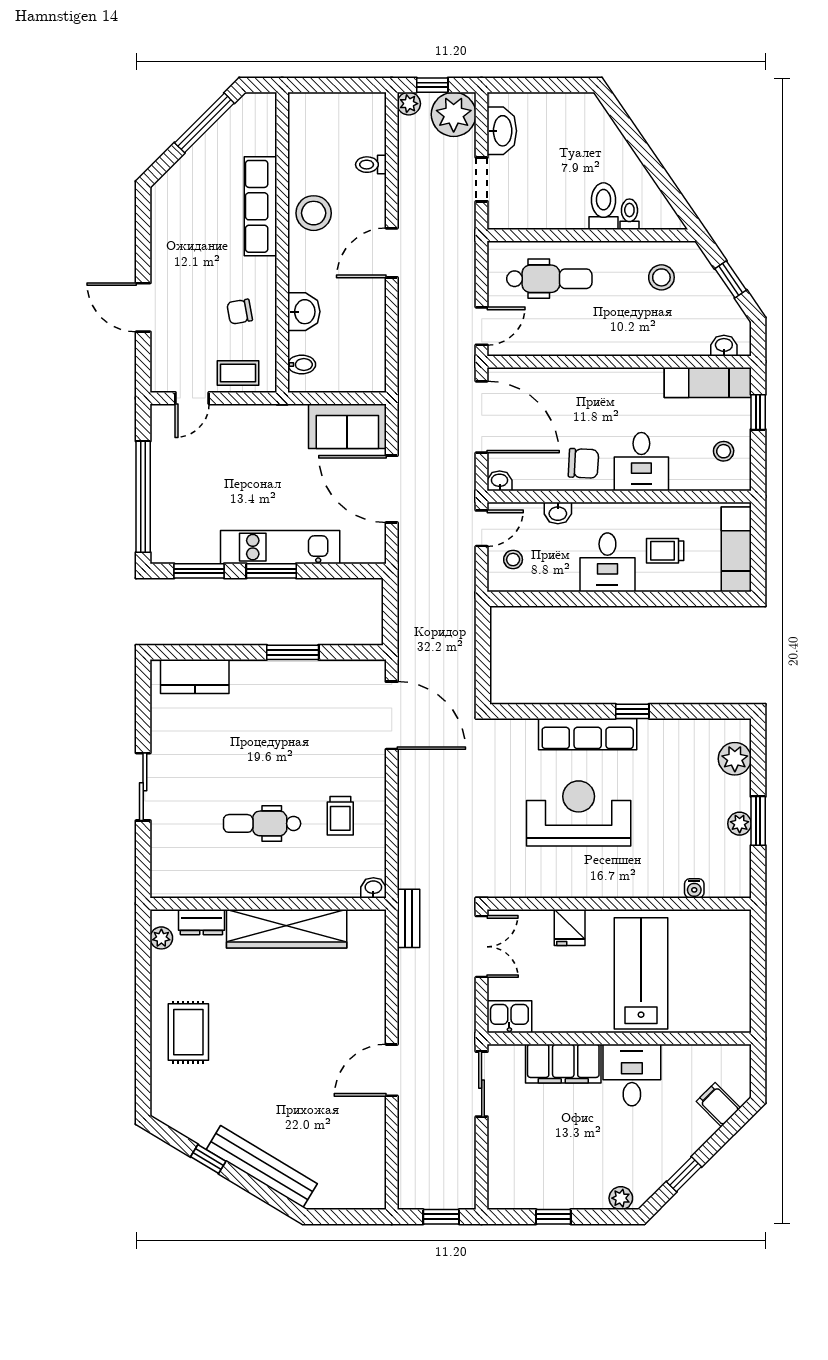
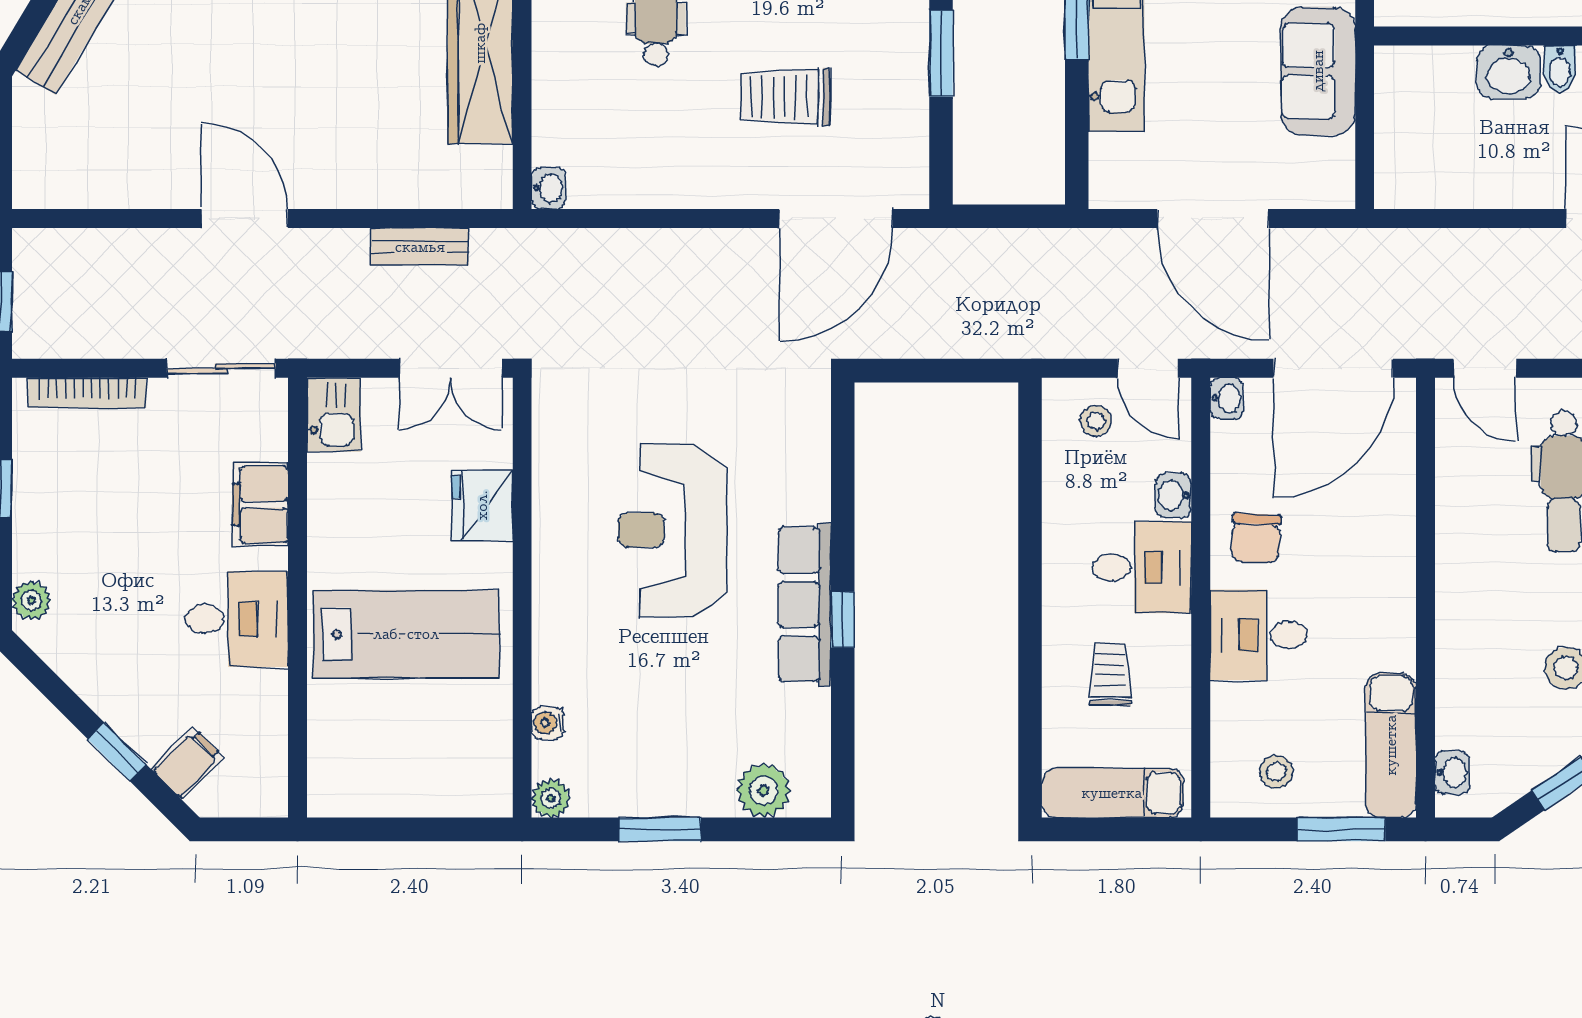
bidet: (302, 365) -> (1560, 68), moved
window: (758, 412) -> (1341, 829), width x1.50
sofa: (347, 426) -> (1318, 71), moved
door: (392, 489) -> (1213, 219), swing flipped
desk: (607, 562) -> (1142, 567), moved, turned 180
row of seats: (588, 734) -> (805, 604), moved
reception desk: (579, 813) -> (672, 530), turned 180
trolley: (340, 816) -> (785, 97), moved, width x1.36, depth x1.39
plant: (740, 824) -> (551, 798), moved
bench: (408, 918) -> (420, 247), moved
fridge: (570, 927) -> (482, 505), width x1.38
filing cabinet: (563, 1064) -> (260, 505), width x0.67, depth x0.86
bookcase: (496, 1165) -> (87, 393), added
window: (684, 1174) -> (117, 752), moved

